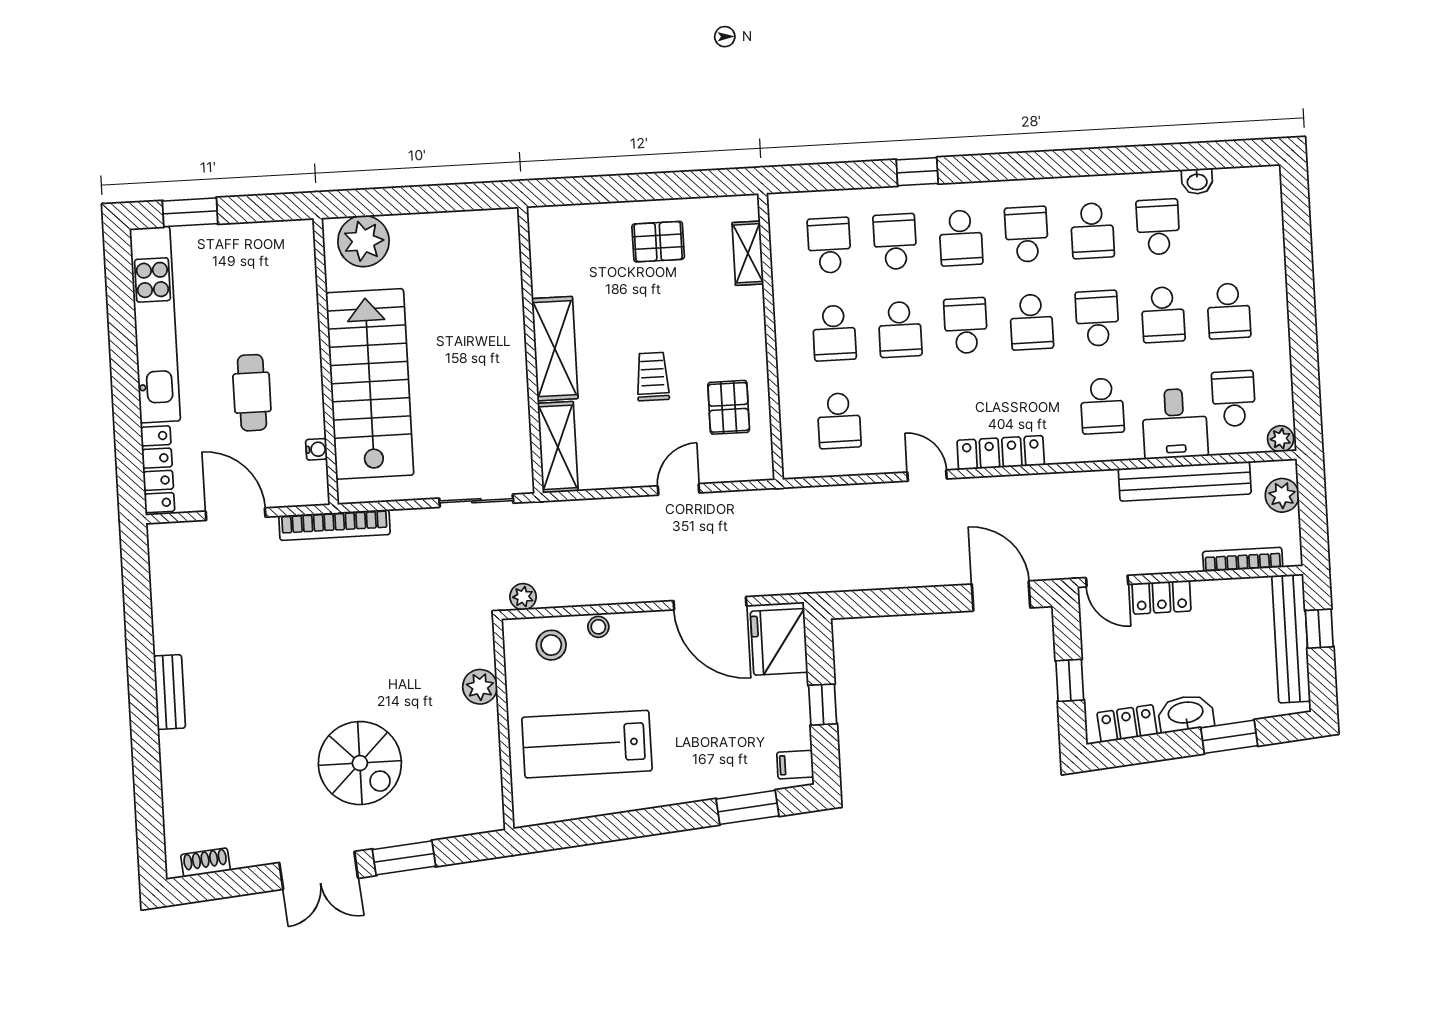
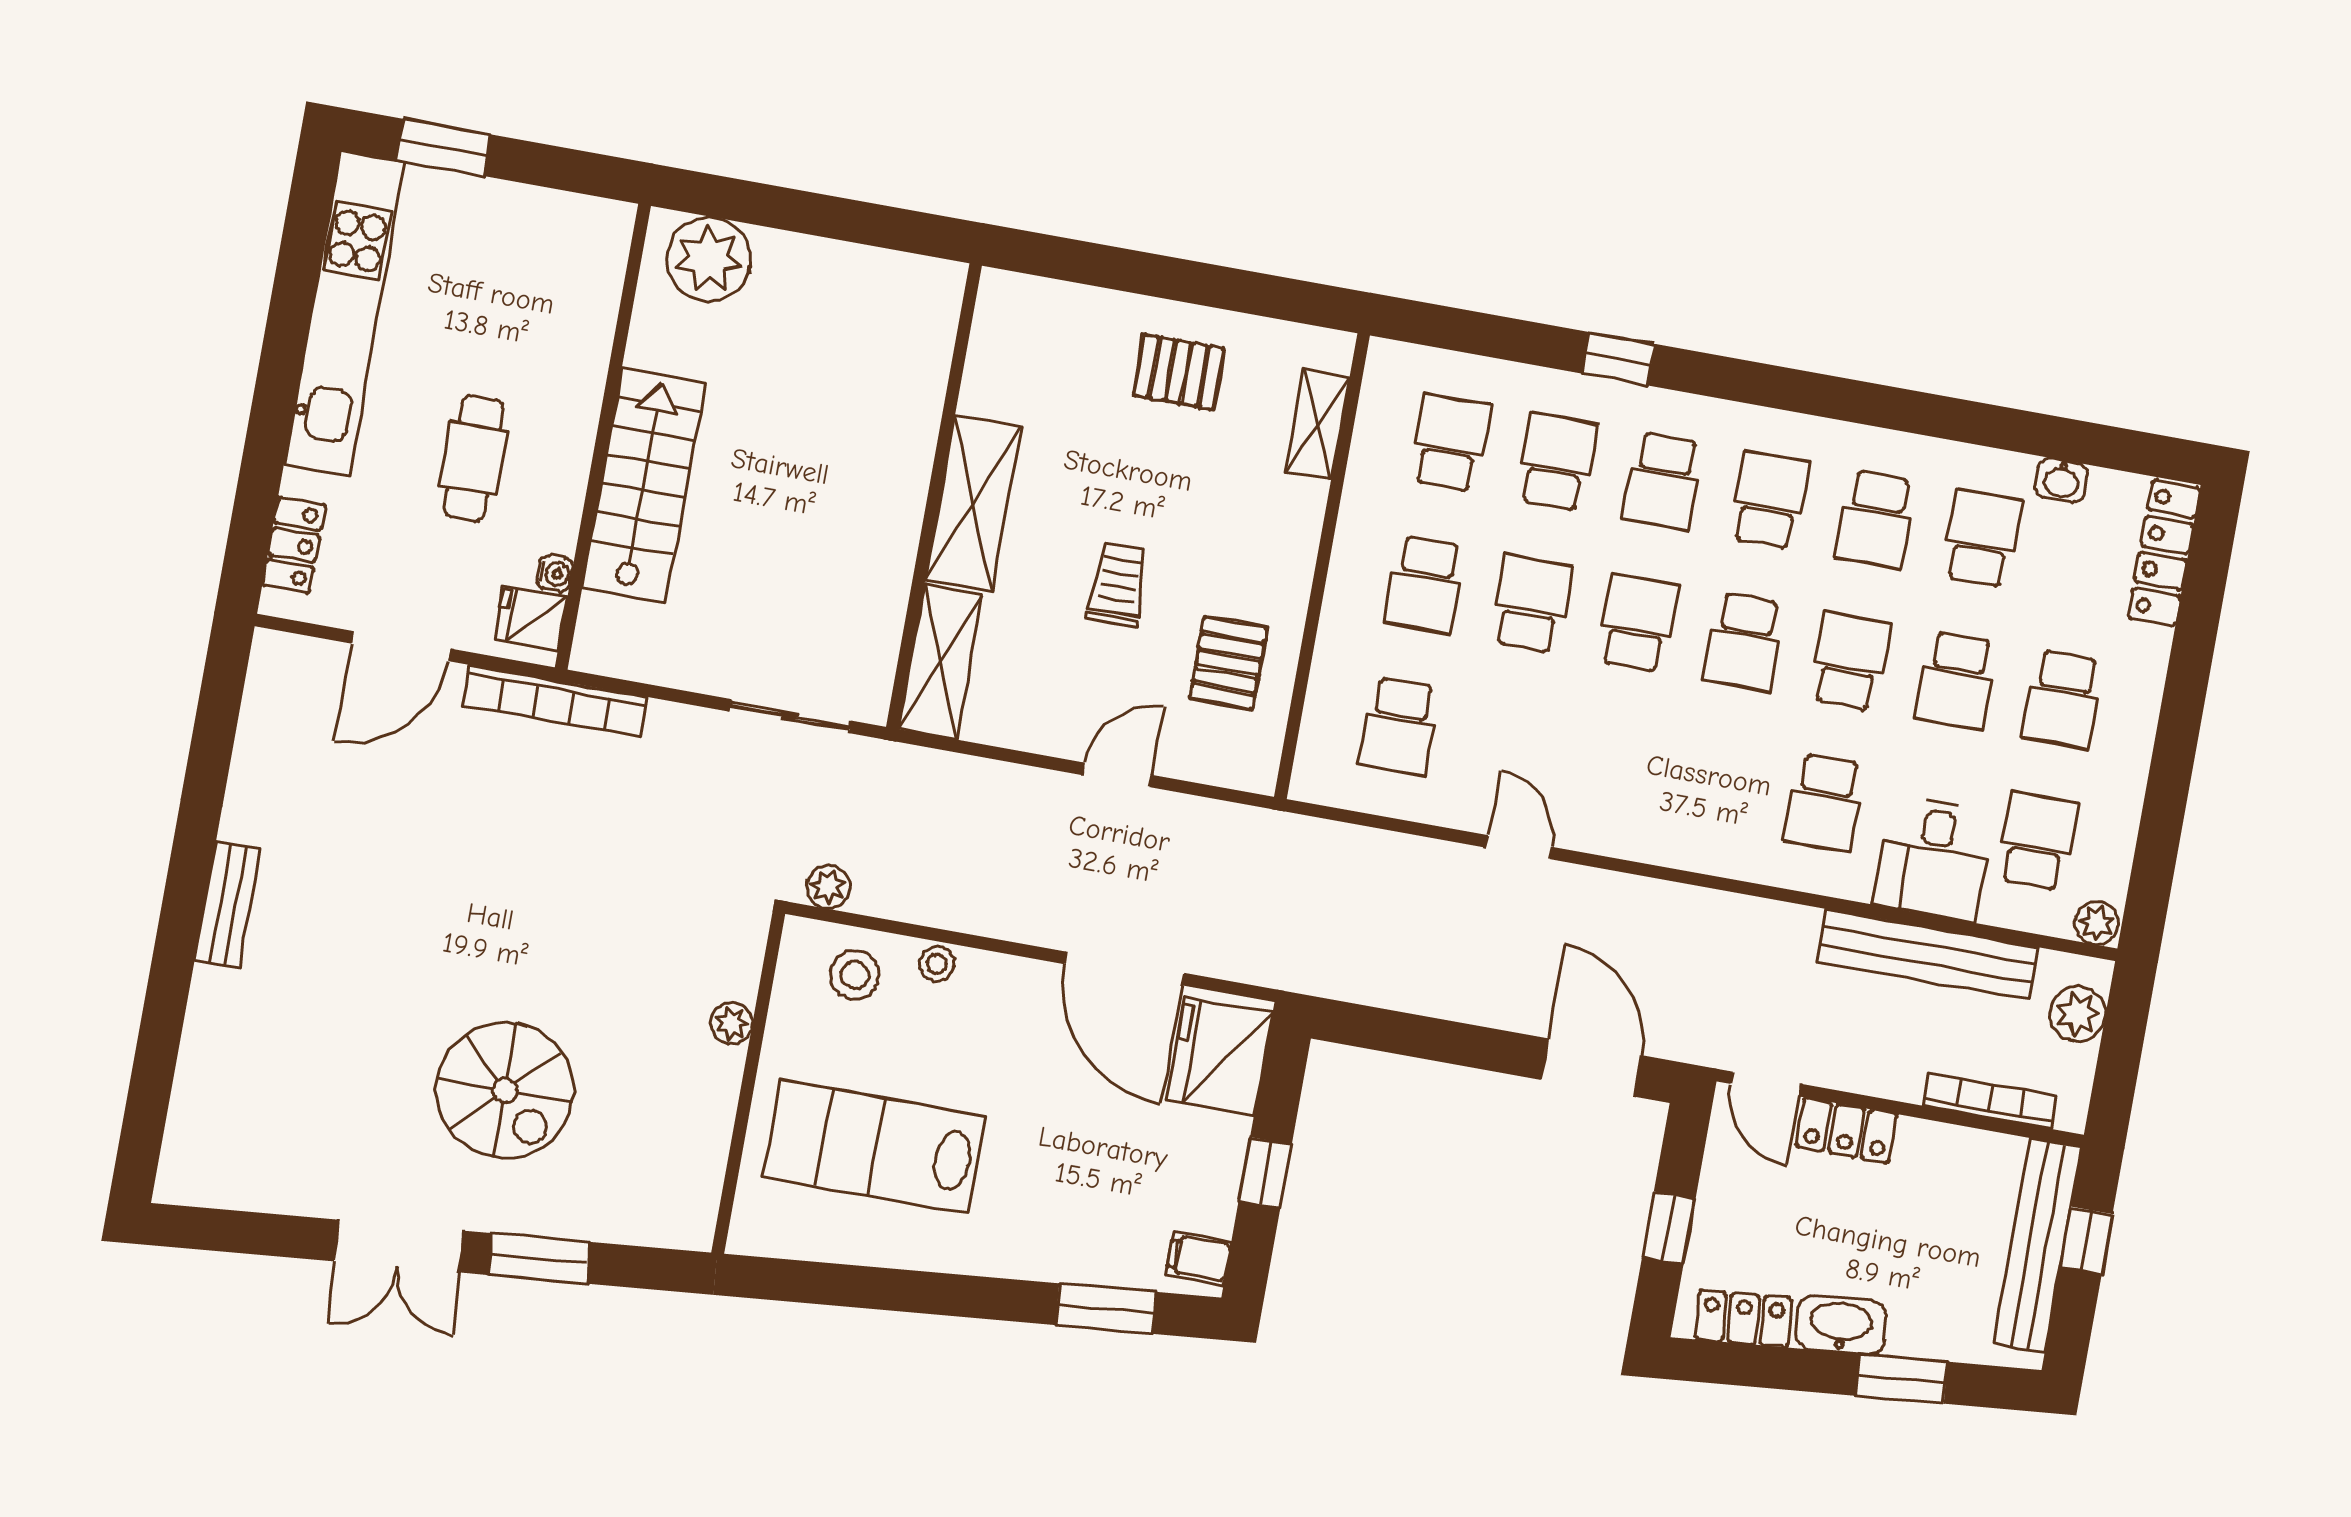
school desk: (900, 329) -> (1531, 604), turned 180
stairs: (370, 384) -> (644, 486), width x0.73, depth x0.66
locker: (1001, 453) -> (2164, 553), moved, turned -90
locker: (158, 469) -> (294, 545), width x0.66
fridge: (309, 479) -> (531, 618), added
door: (236, 514) -> (401, 646), swing flipped
plant: (480, 687) -> (732, 1023), width x0.73, depth x0.73
shoe rack: (205, 862) -> (221, 1190), removed

